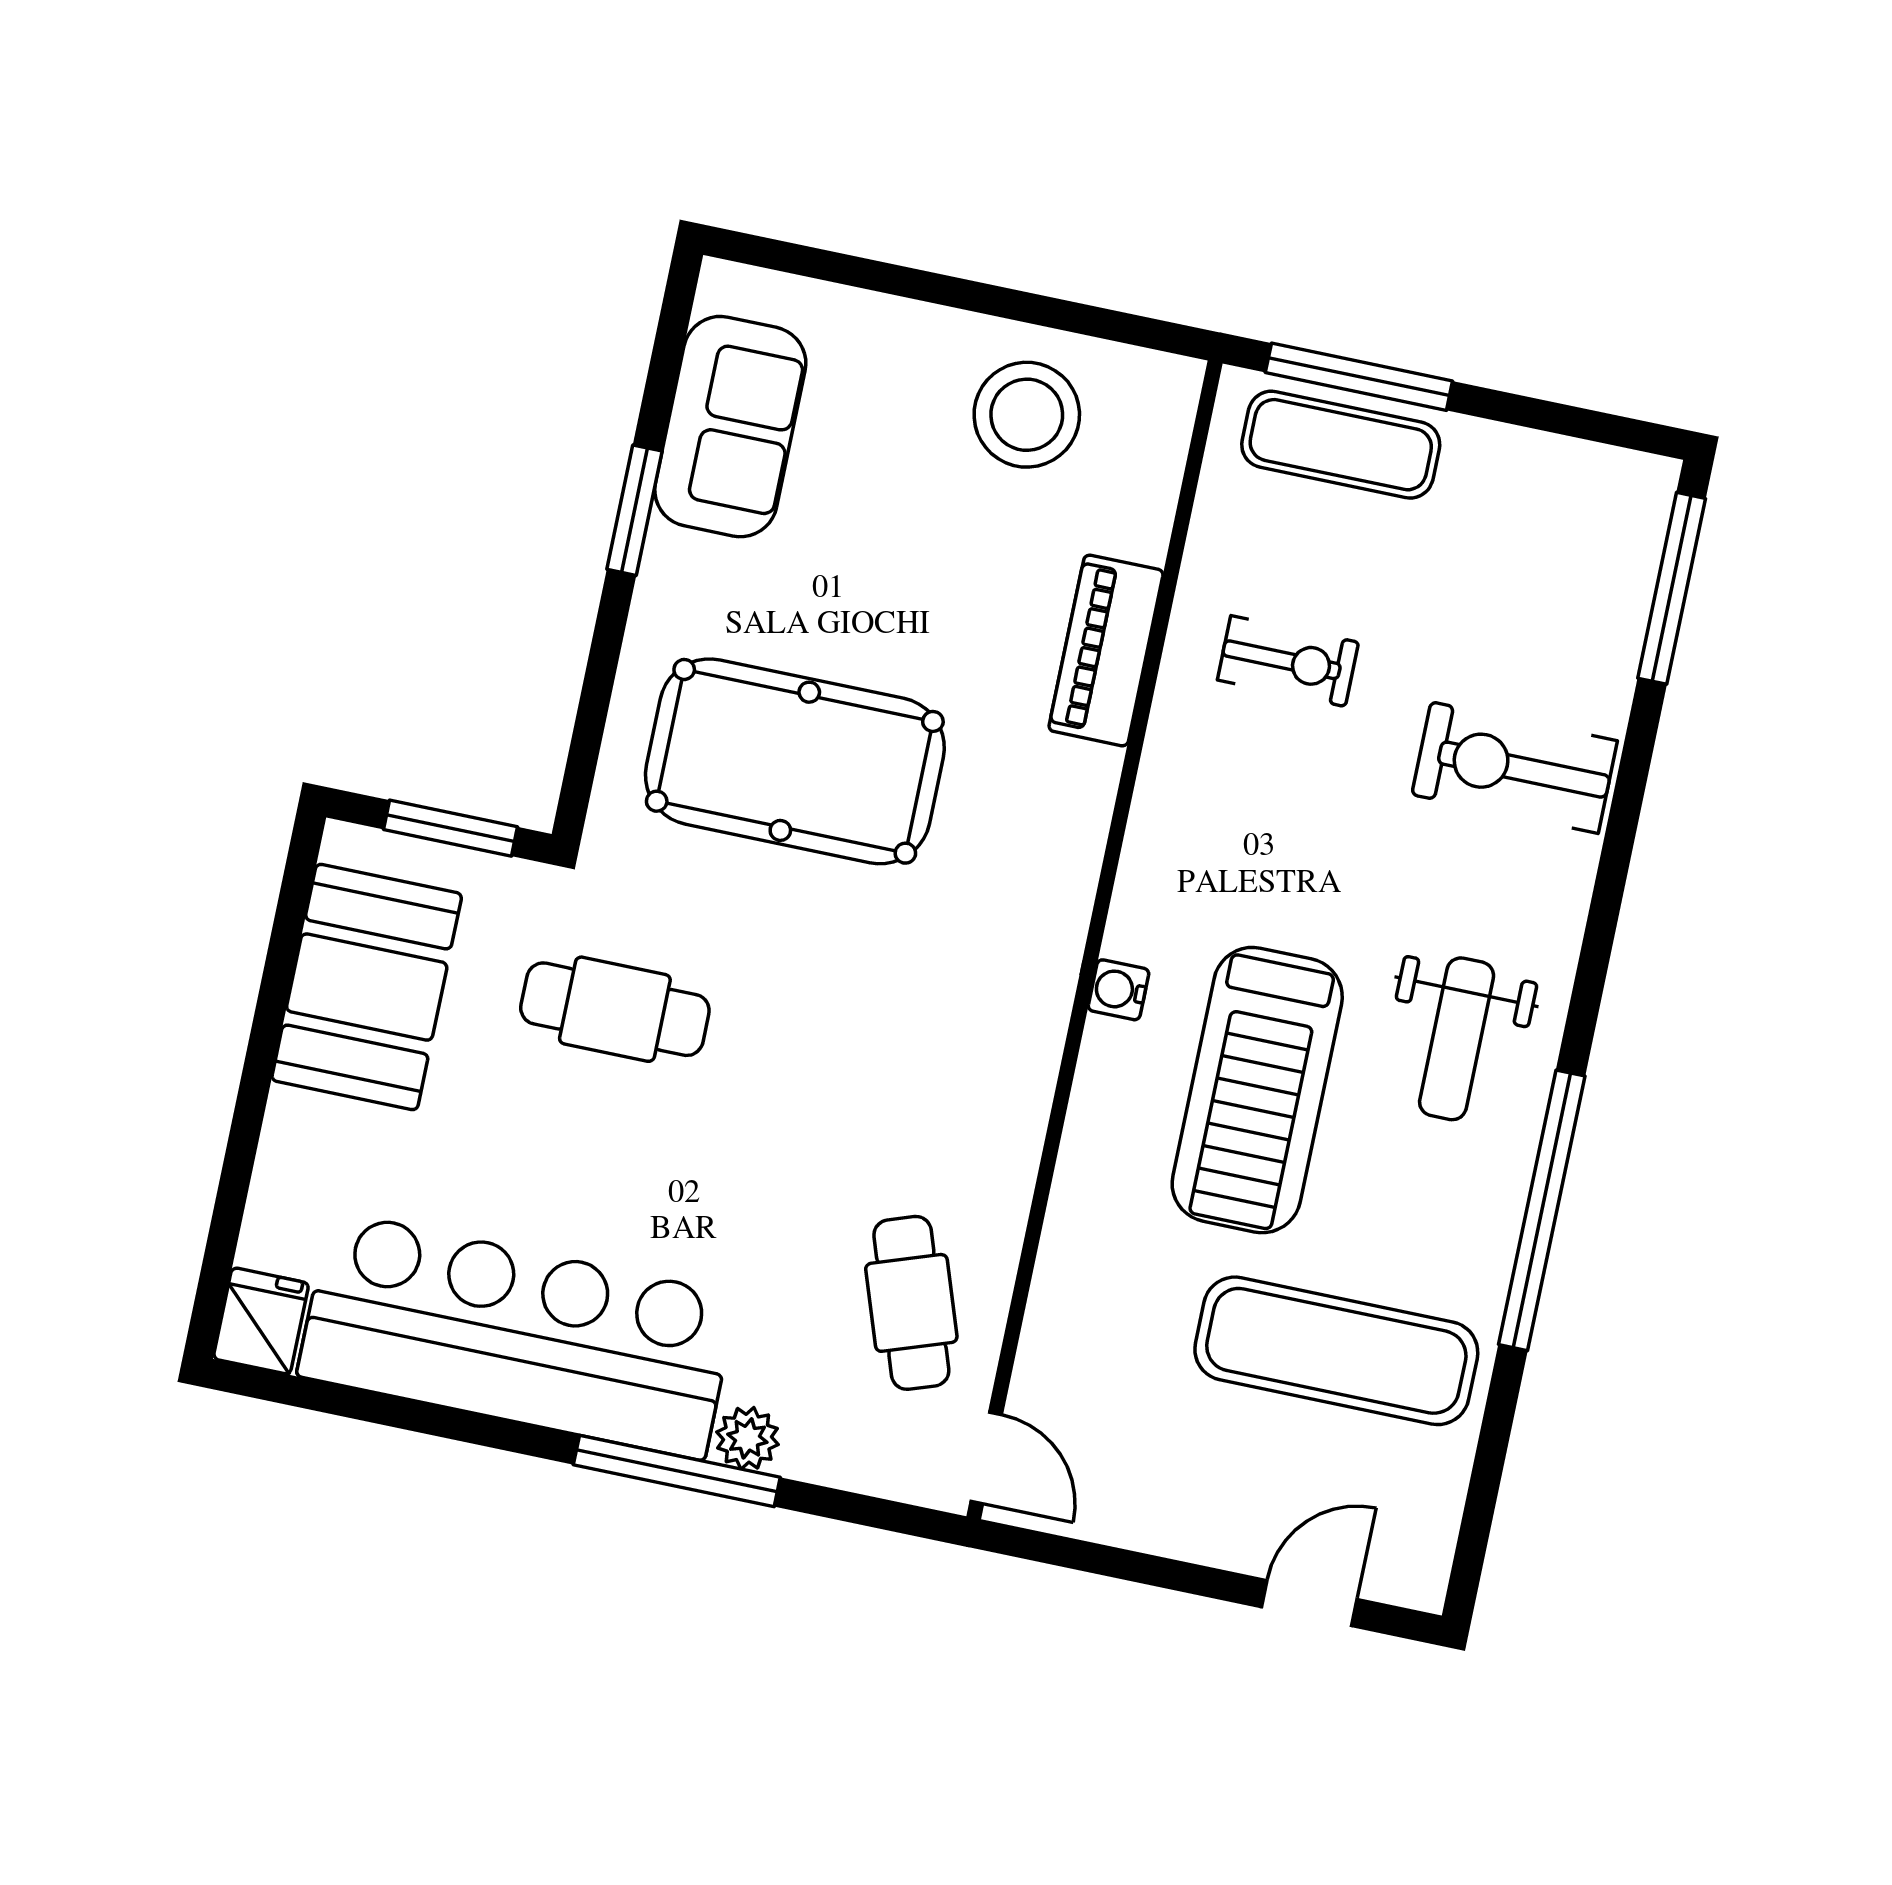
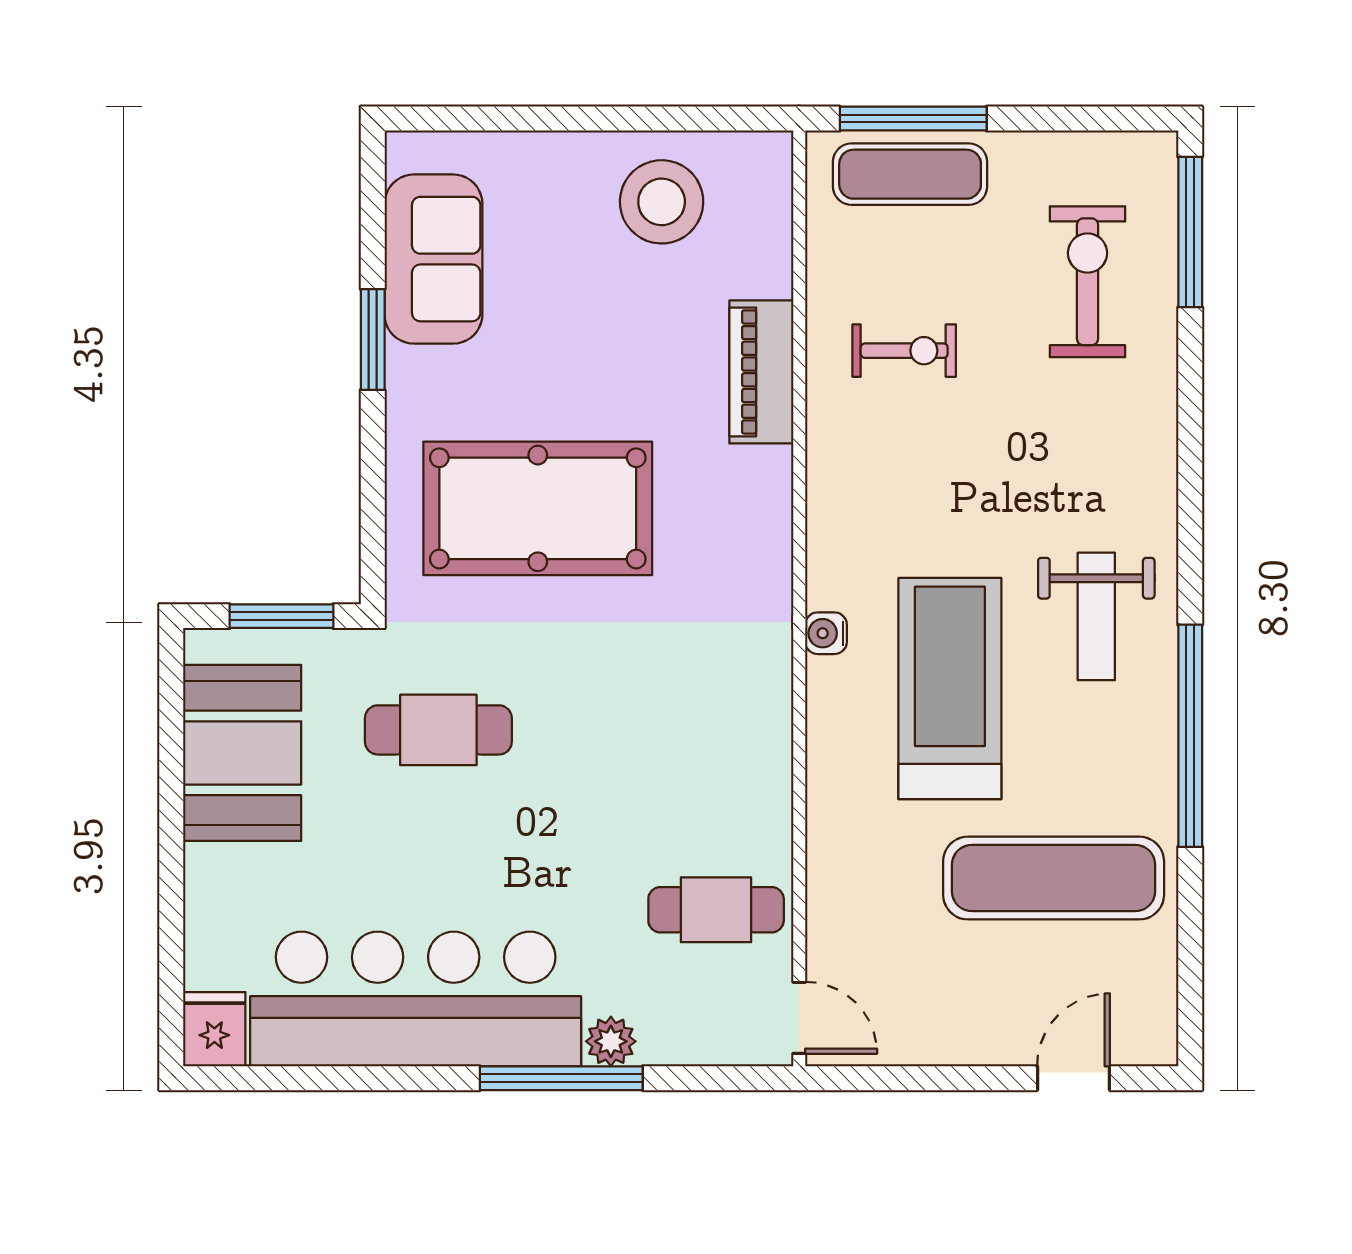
exercise bike: (1515, 768) -> (1088, 282), moved, turned 90
treadmill: (1257, 1090) -> (950, 689), turned 180
cafe table: (911, 1303) -> (716, 910), turned -71

